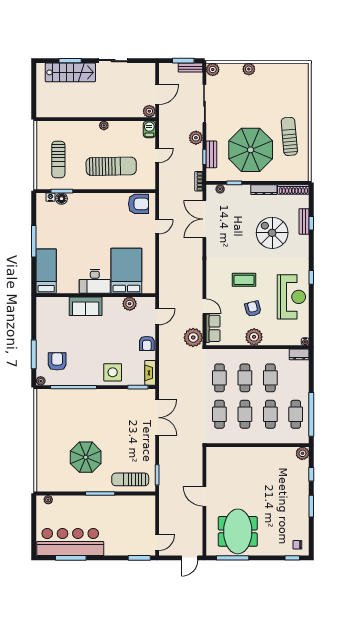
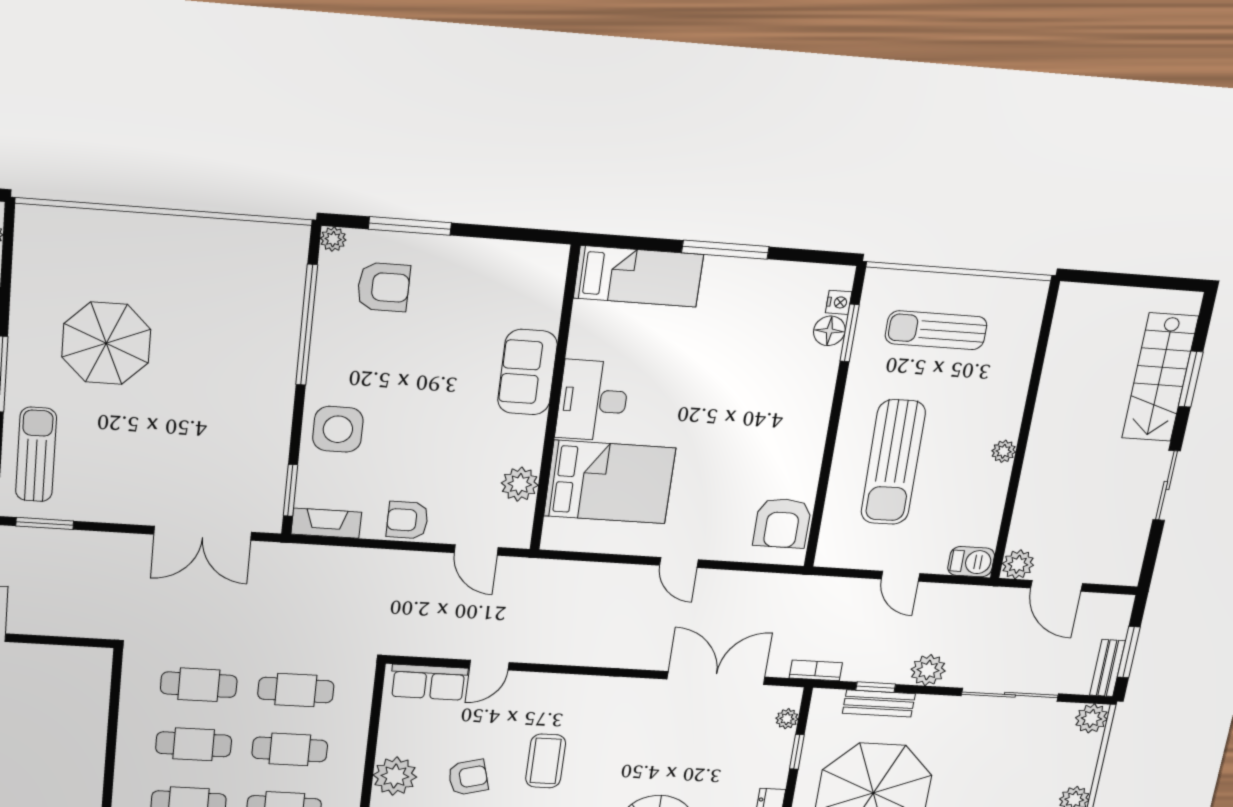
door: (157, 227) -> (679, 563), moved
plant: (193, 337) -> (410, 634), removed

